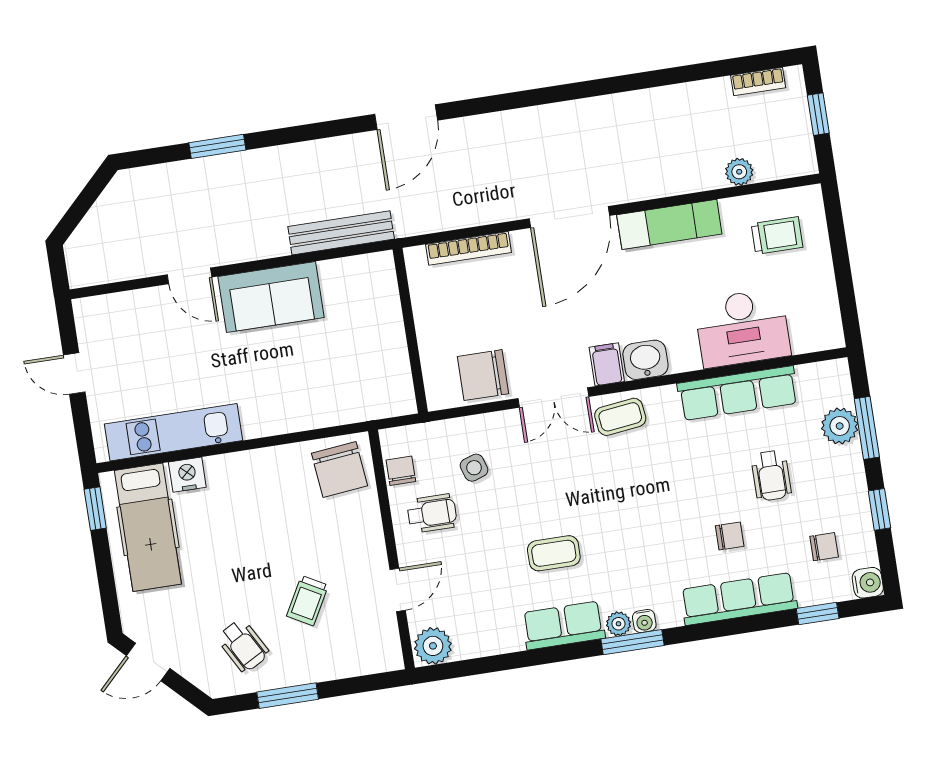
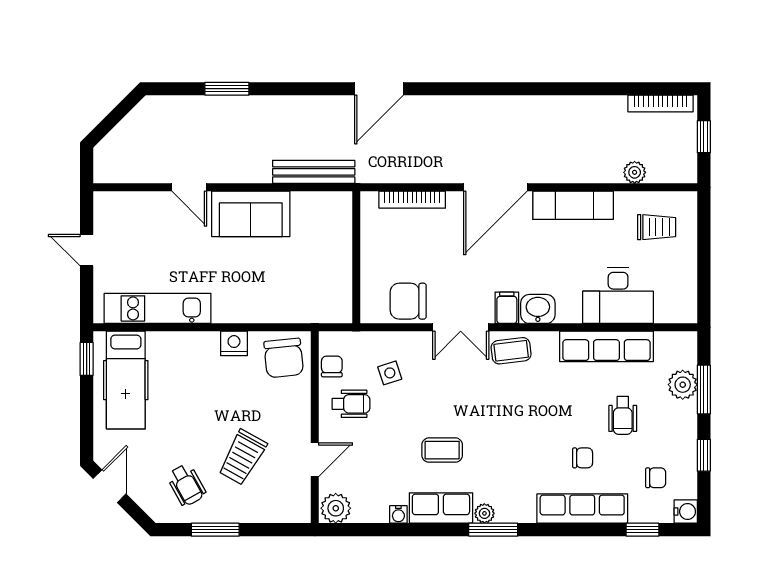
bookcase: (758, 81) -> (660, 104), width x1.56
nightstand: (187, 475) -> (234, 343), moved
trolley: (307, 601) -> (242, 457), width x1.36, depth x1.39
water cooler: (644, 621) -> (398, 514), moved
door: (148, 662) -> (110, 486), swing flipped

